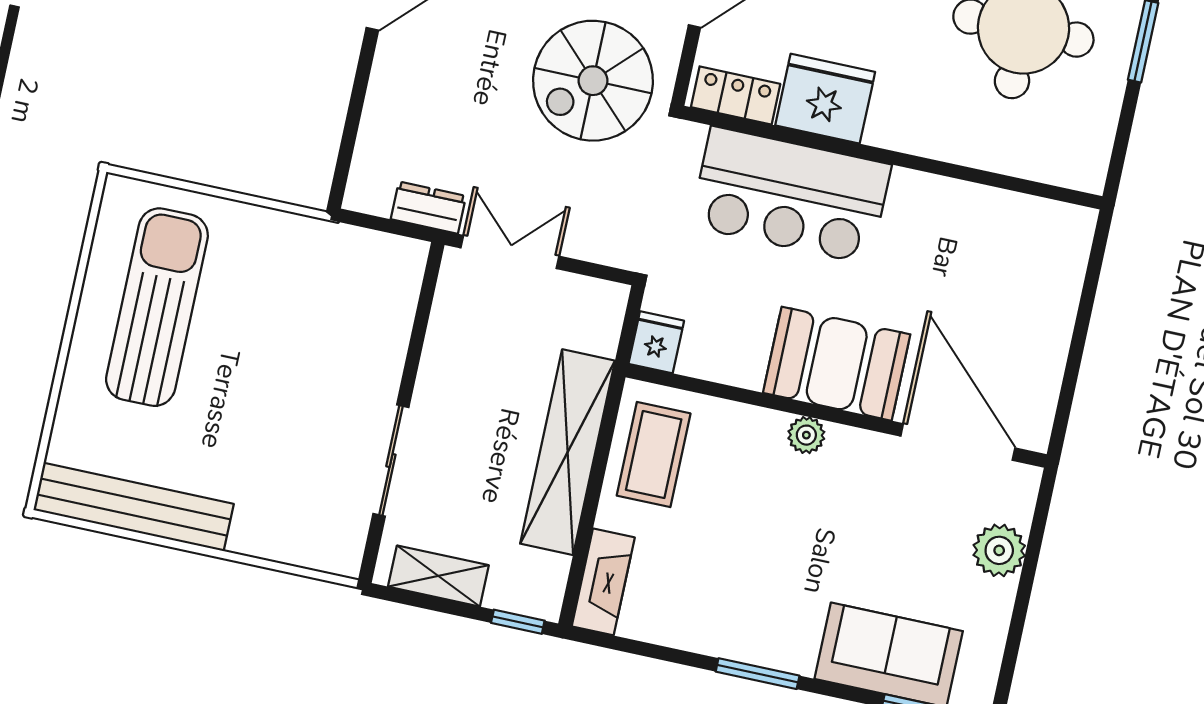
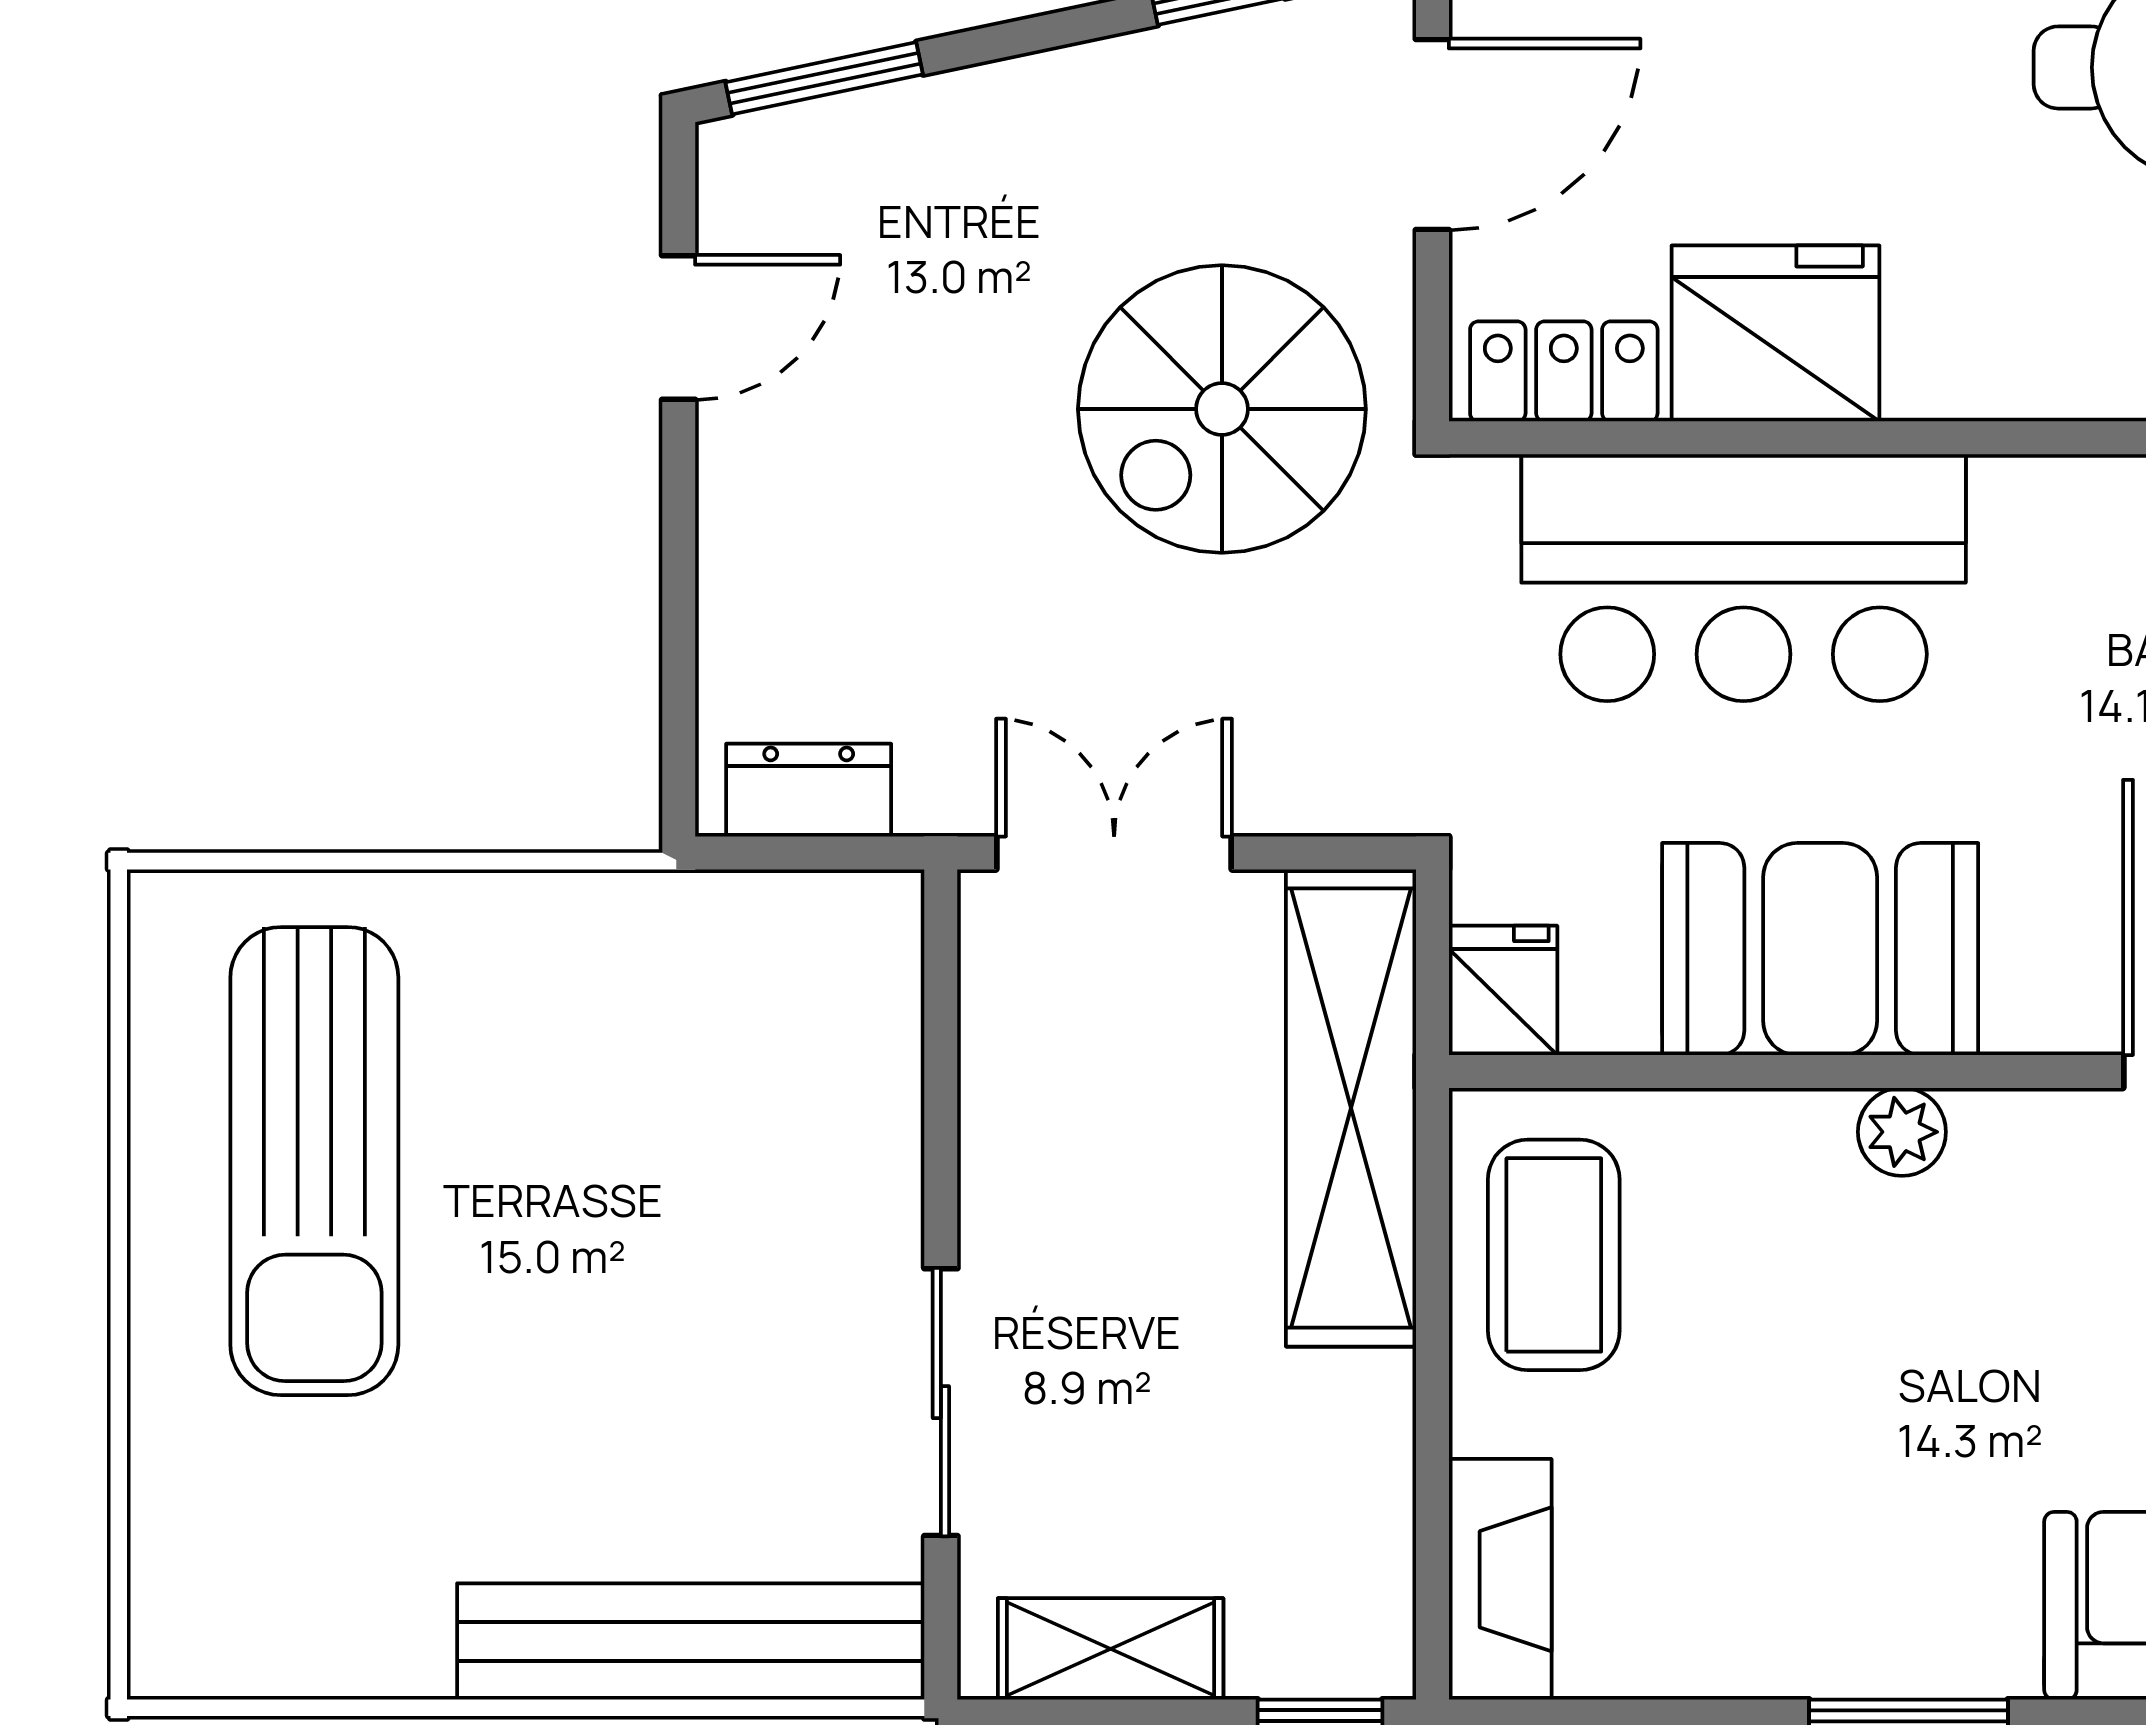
dresser: (428, 208) -> (809, 790), moved
sun lounger: (157, 307) -> (314, 1161), turned 180
booth: (837, 364) -> (1820, 949), moved
shelving: (568, 452) -> (1351, 1108), moved
bench: (134, 507) -> (691, 1641), moved

